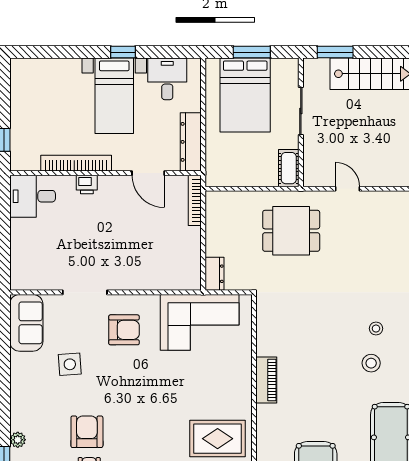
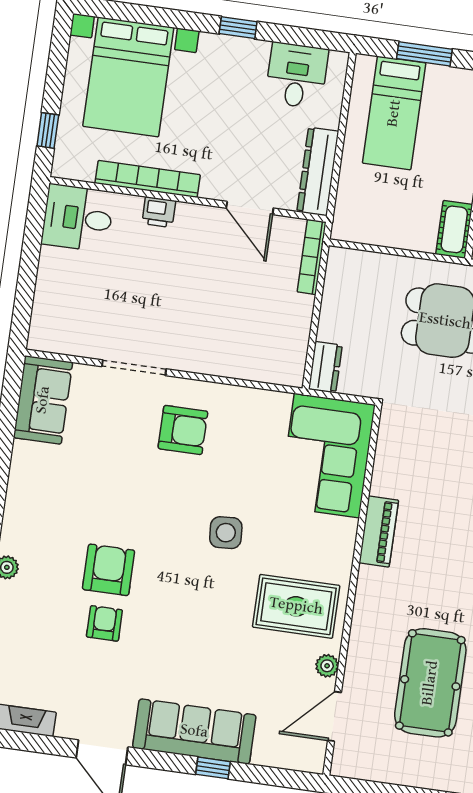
bed: (245, 95) -> (394, 113), width x0.67
bed with nightstands: (114, 96) -> (128, 77), moved, width x1.36
corner sofa: (200, 322) -> (327, 456), moved, turned 90
side table: (70, 364) -> (226, 533), moved

